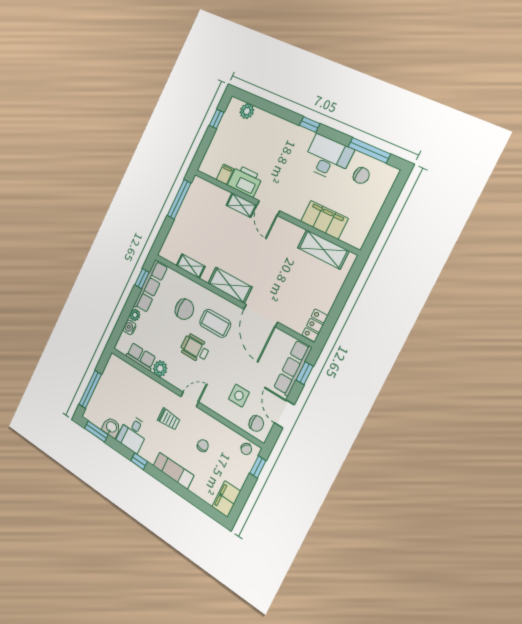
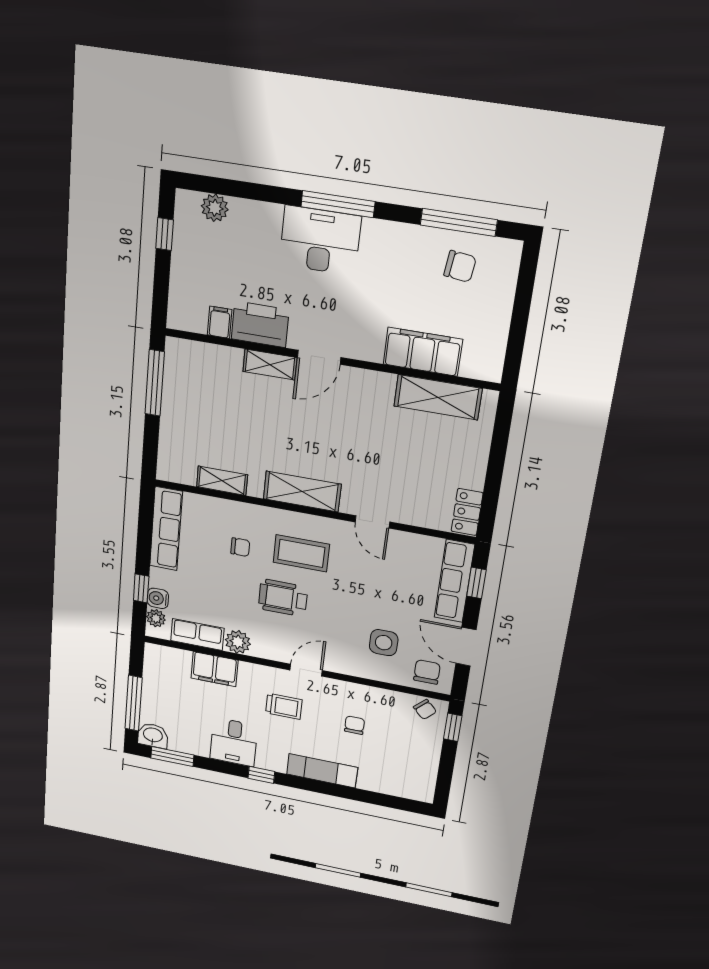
window: (310, 124) -> (338, 204), width x2.17
desk: (328, 158) -> (320, 241), moved
door: (268, 208) -> (319, 357), hinge flipped
window: (142, 279) -> (141, 588), moved
chair: (184, 309) -> (240, 547), width x0.54, depth x0.54
plant: (135, 315) -> (156, 618), moved
door: (261, 316) -> (372, 522), width x0.53
chair: (256, 424) -> (427, 672), turned -90
washbasin: (111, 427) -> (153, 735), moved
filing cabinet: (226, 499) -> (215, 669), moved, turned -90

